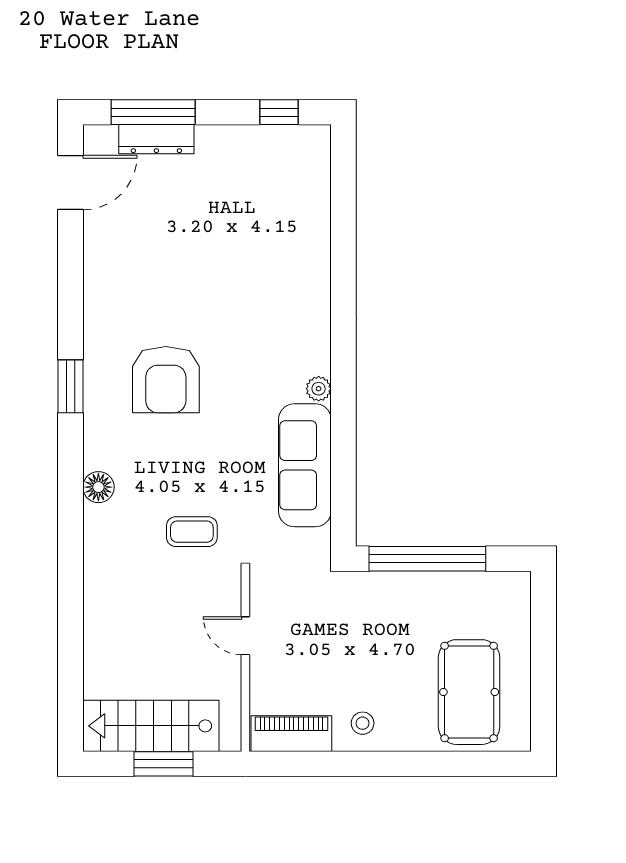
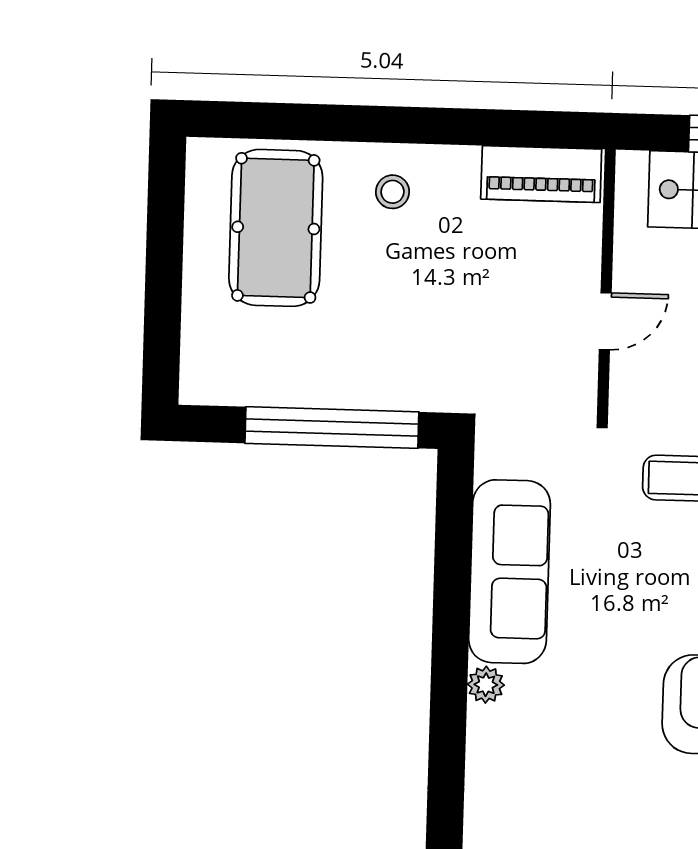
door: (245, 636) -> (605, 321), hinge flipped
stool: (363, 723) -> (392, 192), moved

